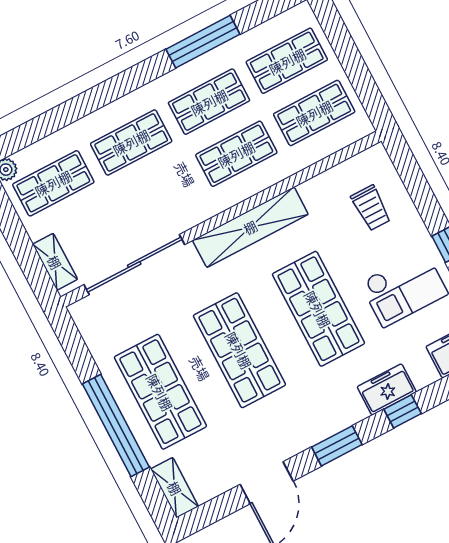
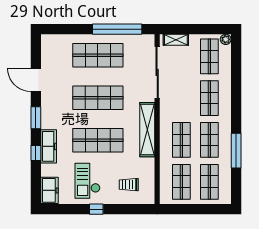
freezer: (387, 389) -> (49, 146), width x1.40
window: (116, 426) -> (117, 29), moved
shelving: (175, 488) -> (54, 40), removed

